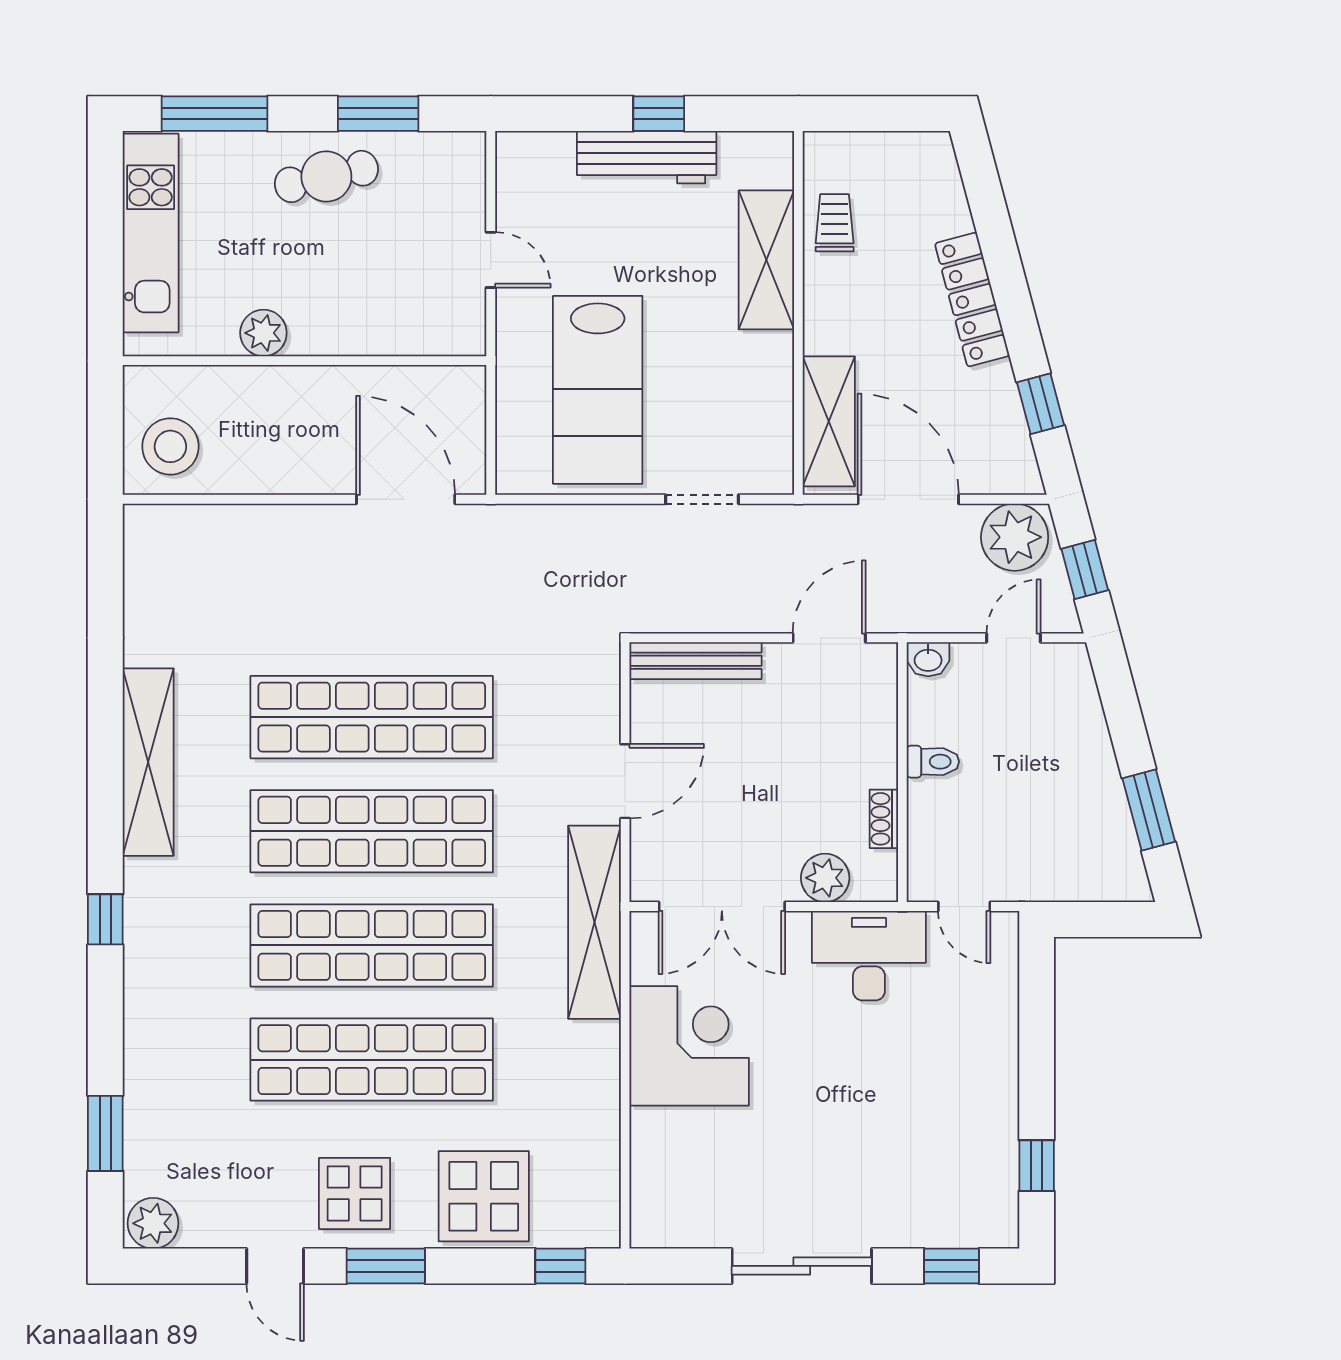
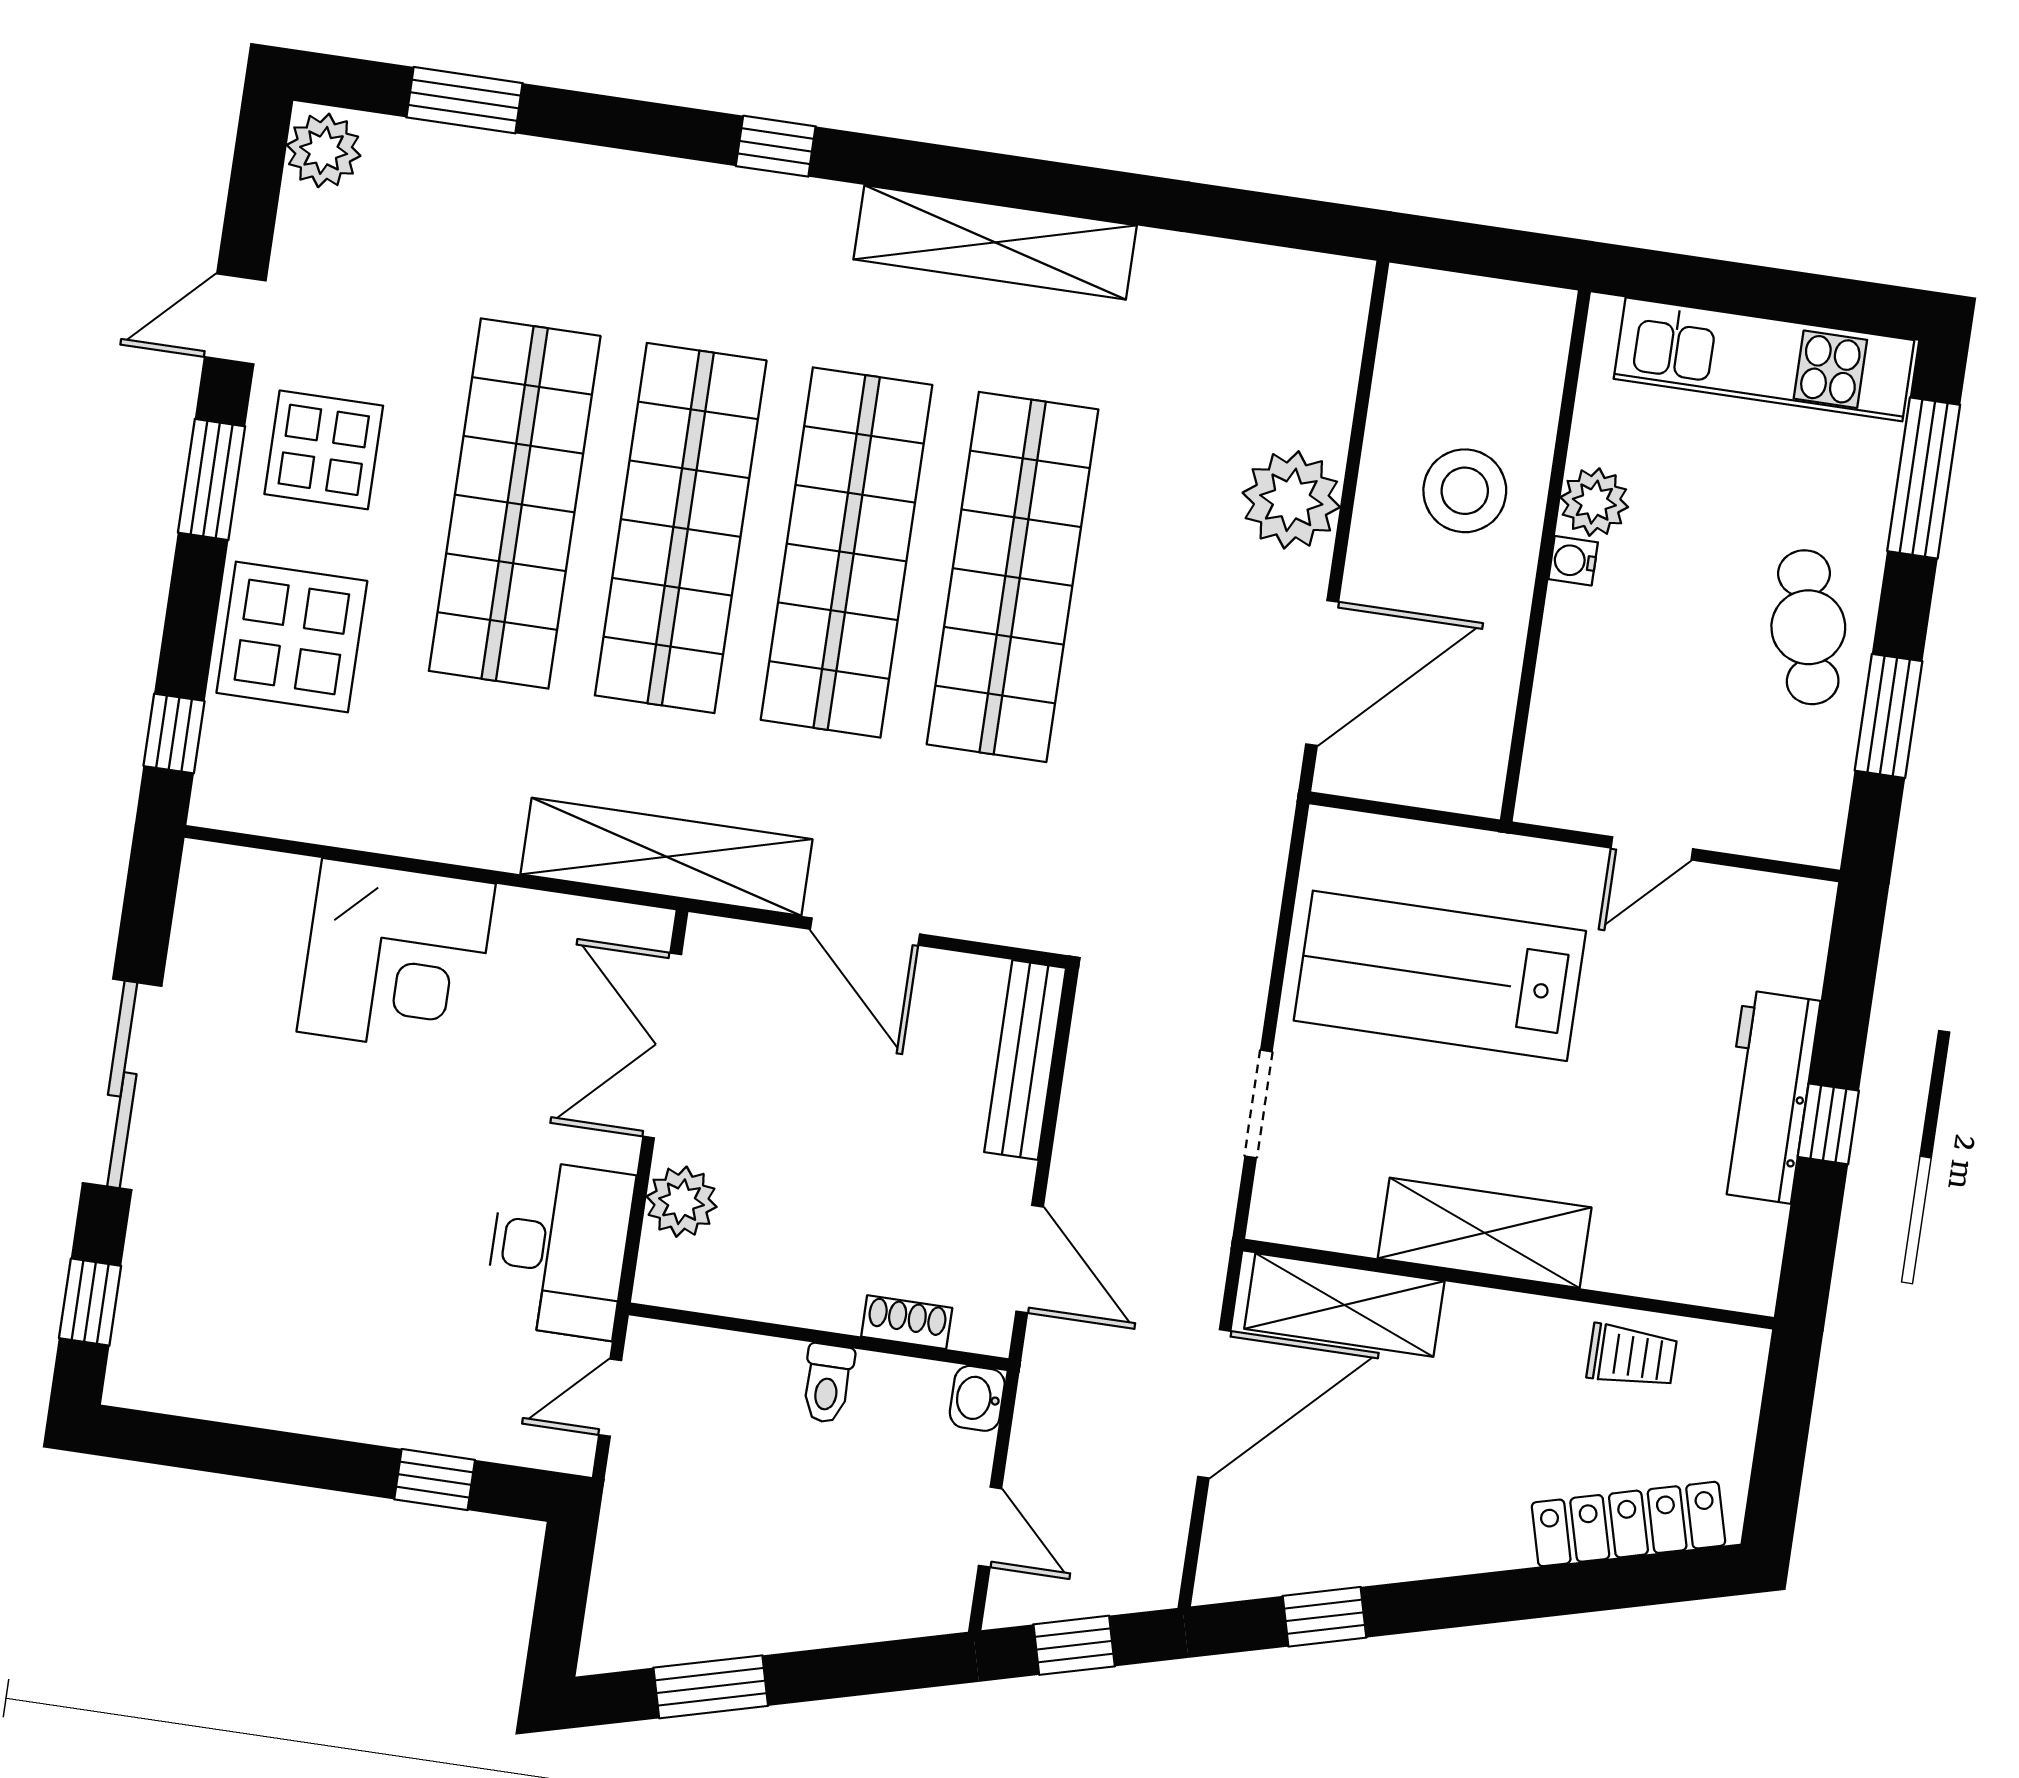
shelving: (766, 260) -> (1485, 1233), moved
locker: (972, 300) -> (1628, 1524), moved
water cooler: (305, 341) -> (1573, 561), added
stool: (170, 446) -> (1465, 491), moved
plant: (1015, 537) -> (1291, 500), moved
shoe rack: (884, 819) -> (907, 1322), moved
corner desk: (689, 1046) -> (396, 958), moved
window: (1037, 1166) -> (435, 1480), moved

